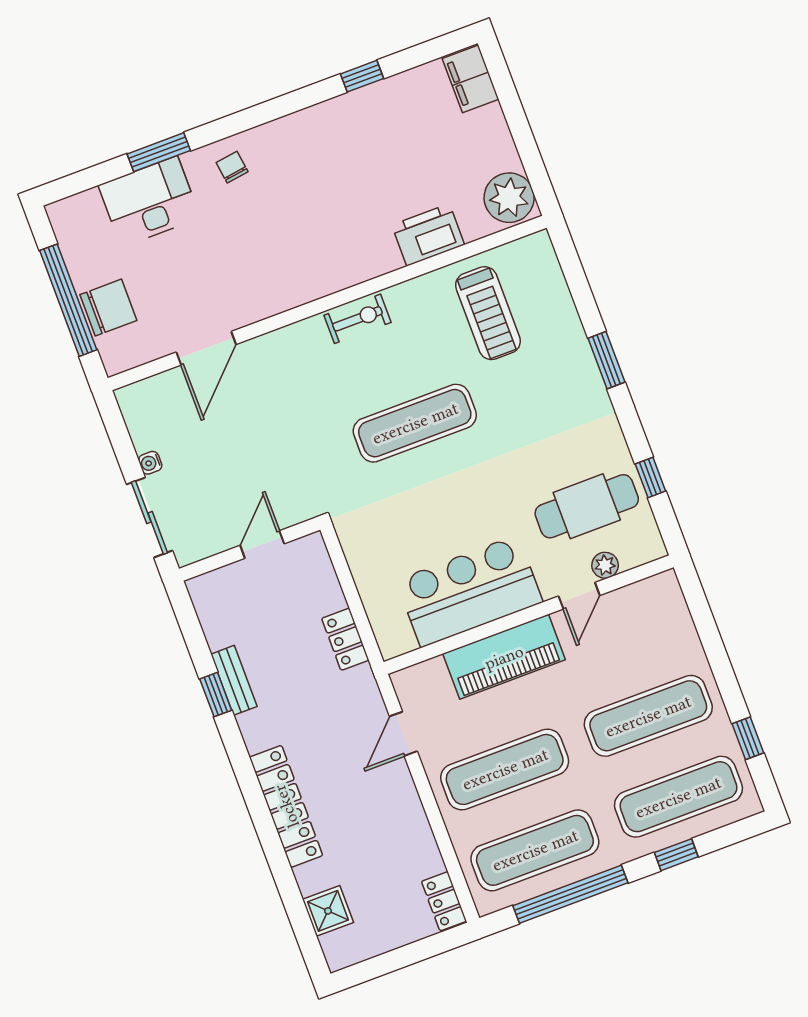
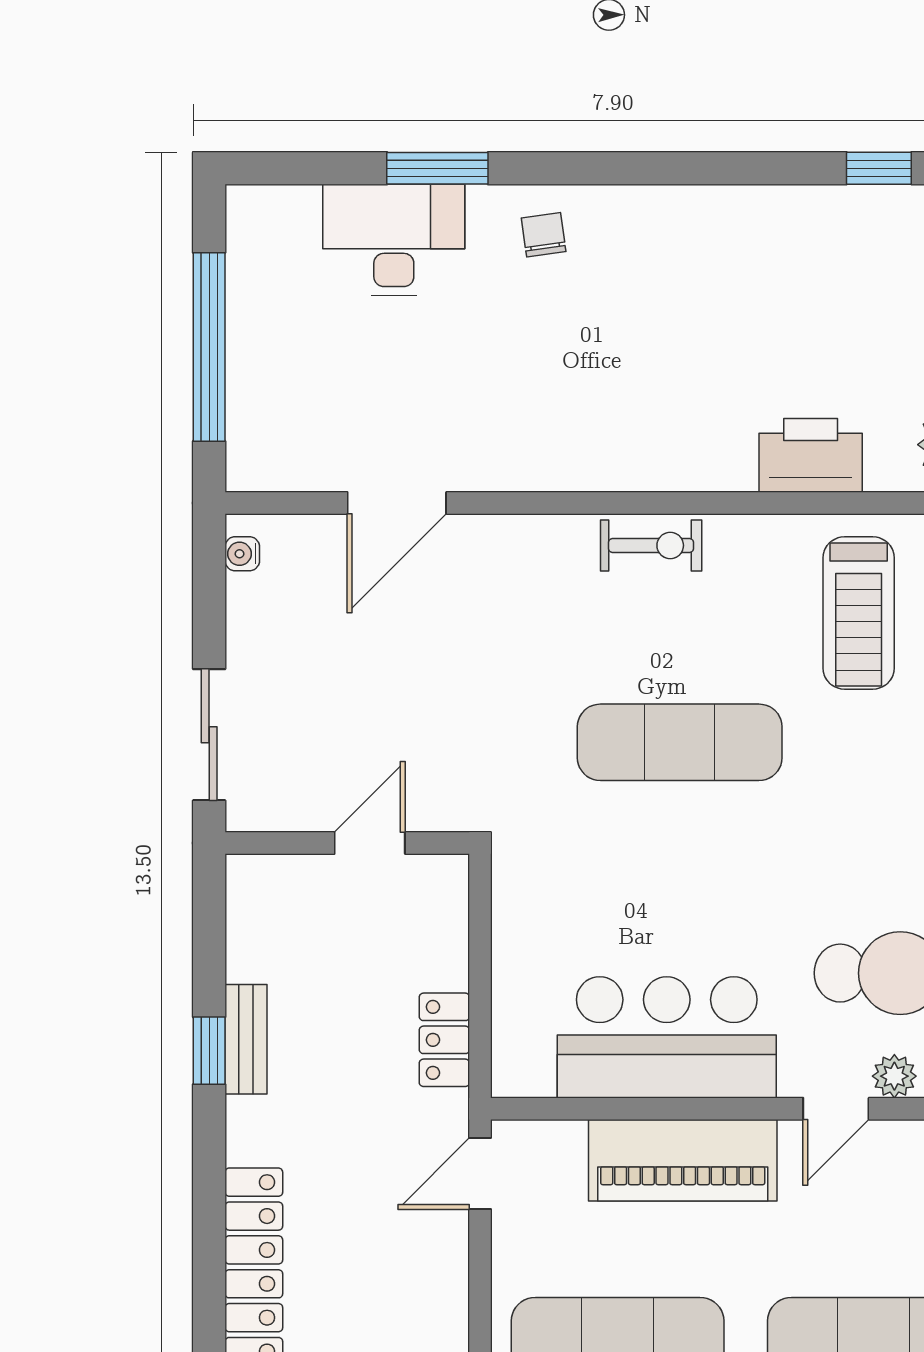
window: (362, 76) -> (879, 168), moved
chair: (108, 308) -> (268, 382), removed
water cooler: (150, 463) -> (242, 554), moved
door: (403, 734) -> (480, 1174), moved

